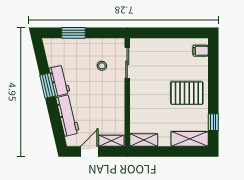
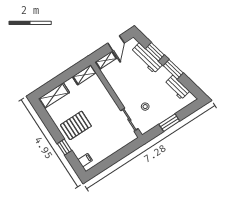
window: (74, 33) -> (169, 123), moved
workbench: (59, 81) -> (177, 87), moved
window: (55, 116) -> (155, 52), added
window: (213, 122) -> (65, 147), moved

